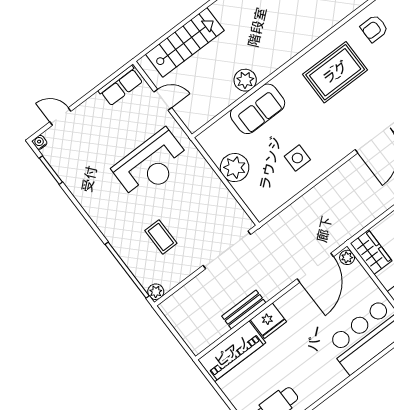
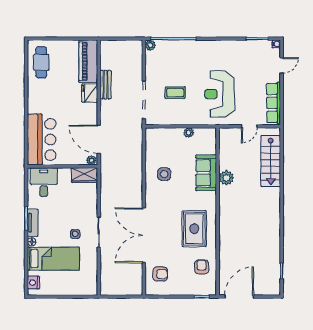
row of seats: (121, 86) -> (274, 103), width x1.48
plant: (235, 168) -> (189, 133), width x0.53, depth x0.53
coffee table: (161, 237) -> (175, 93), moved

